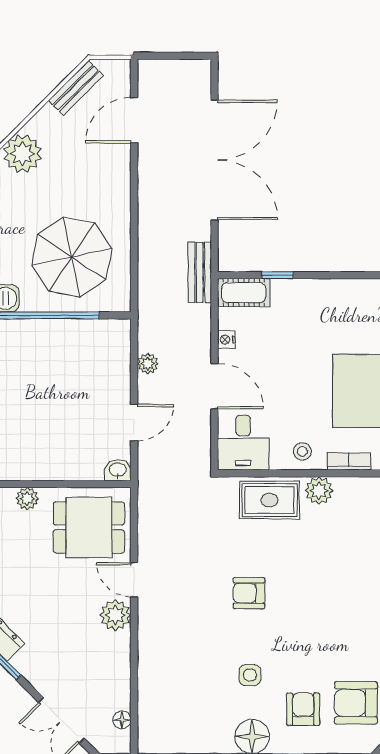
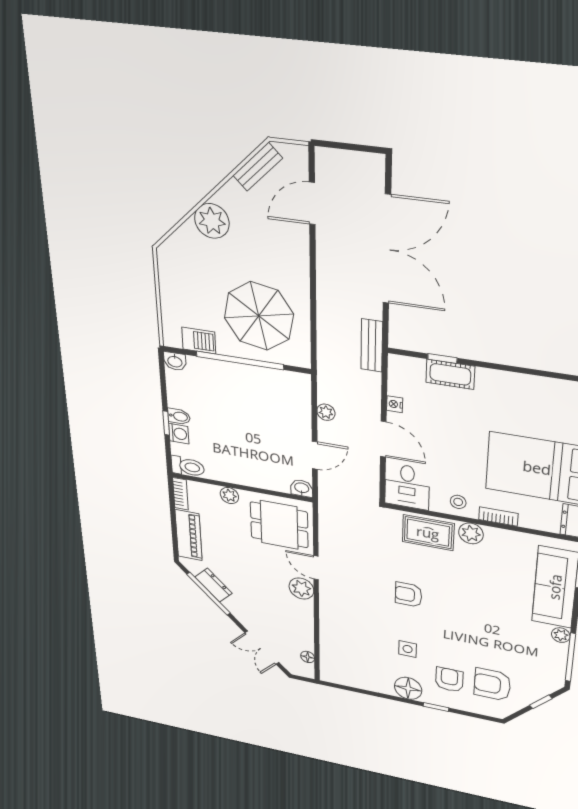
cot: (244, 293) -> (450, 374), moved

